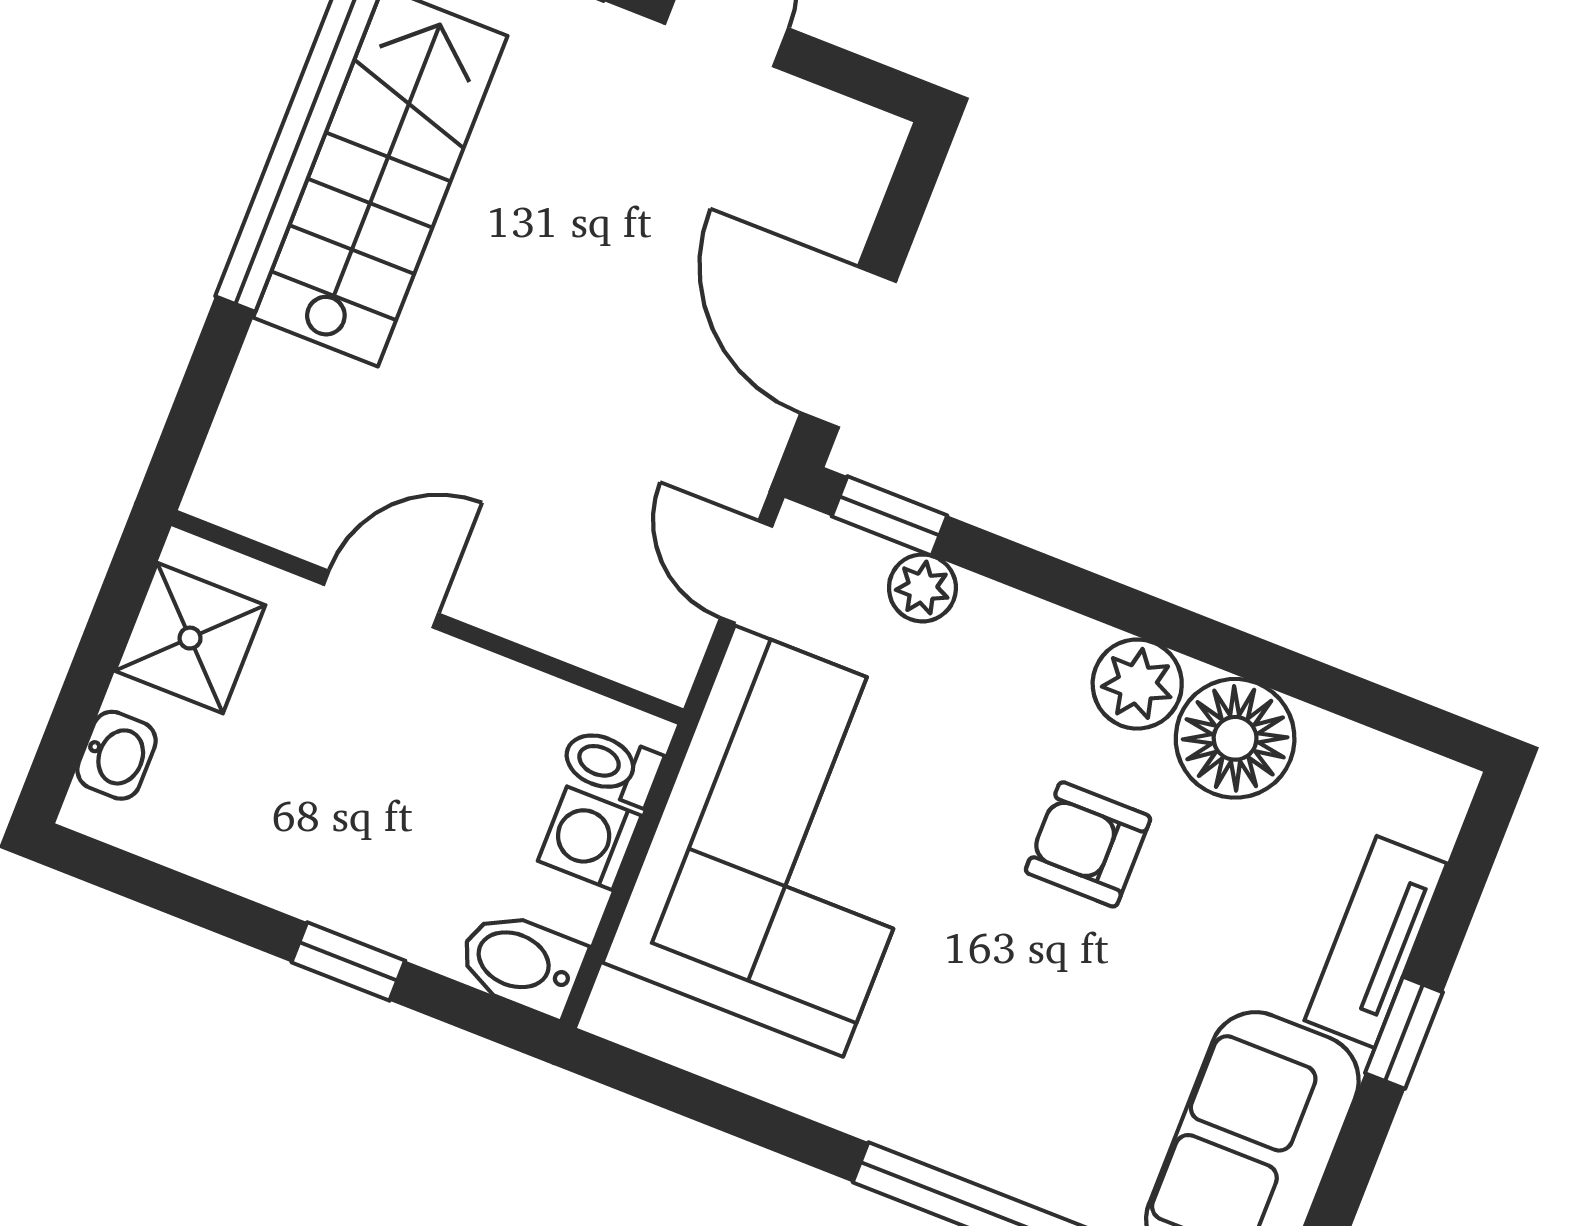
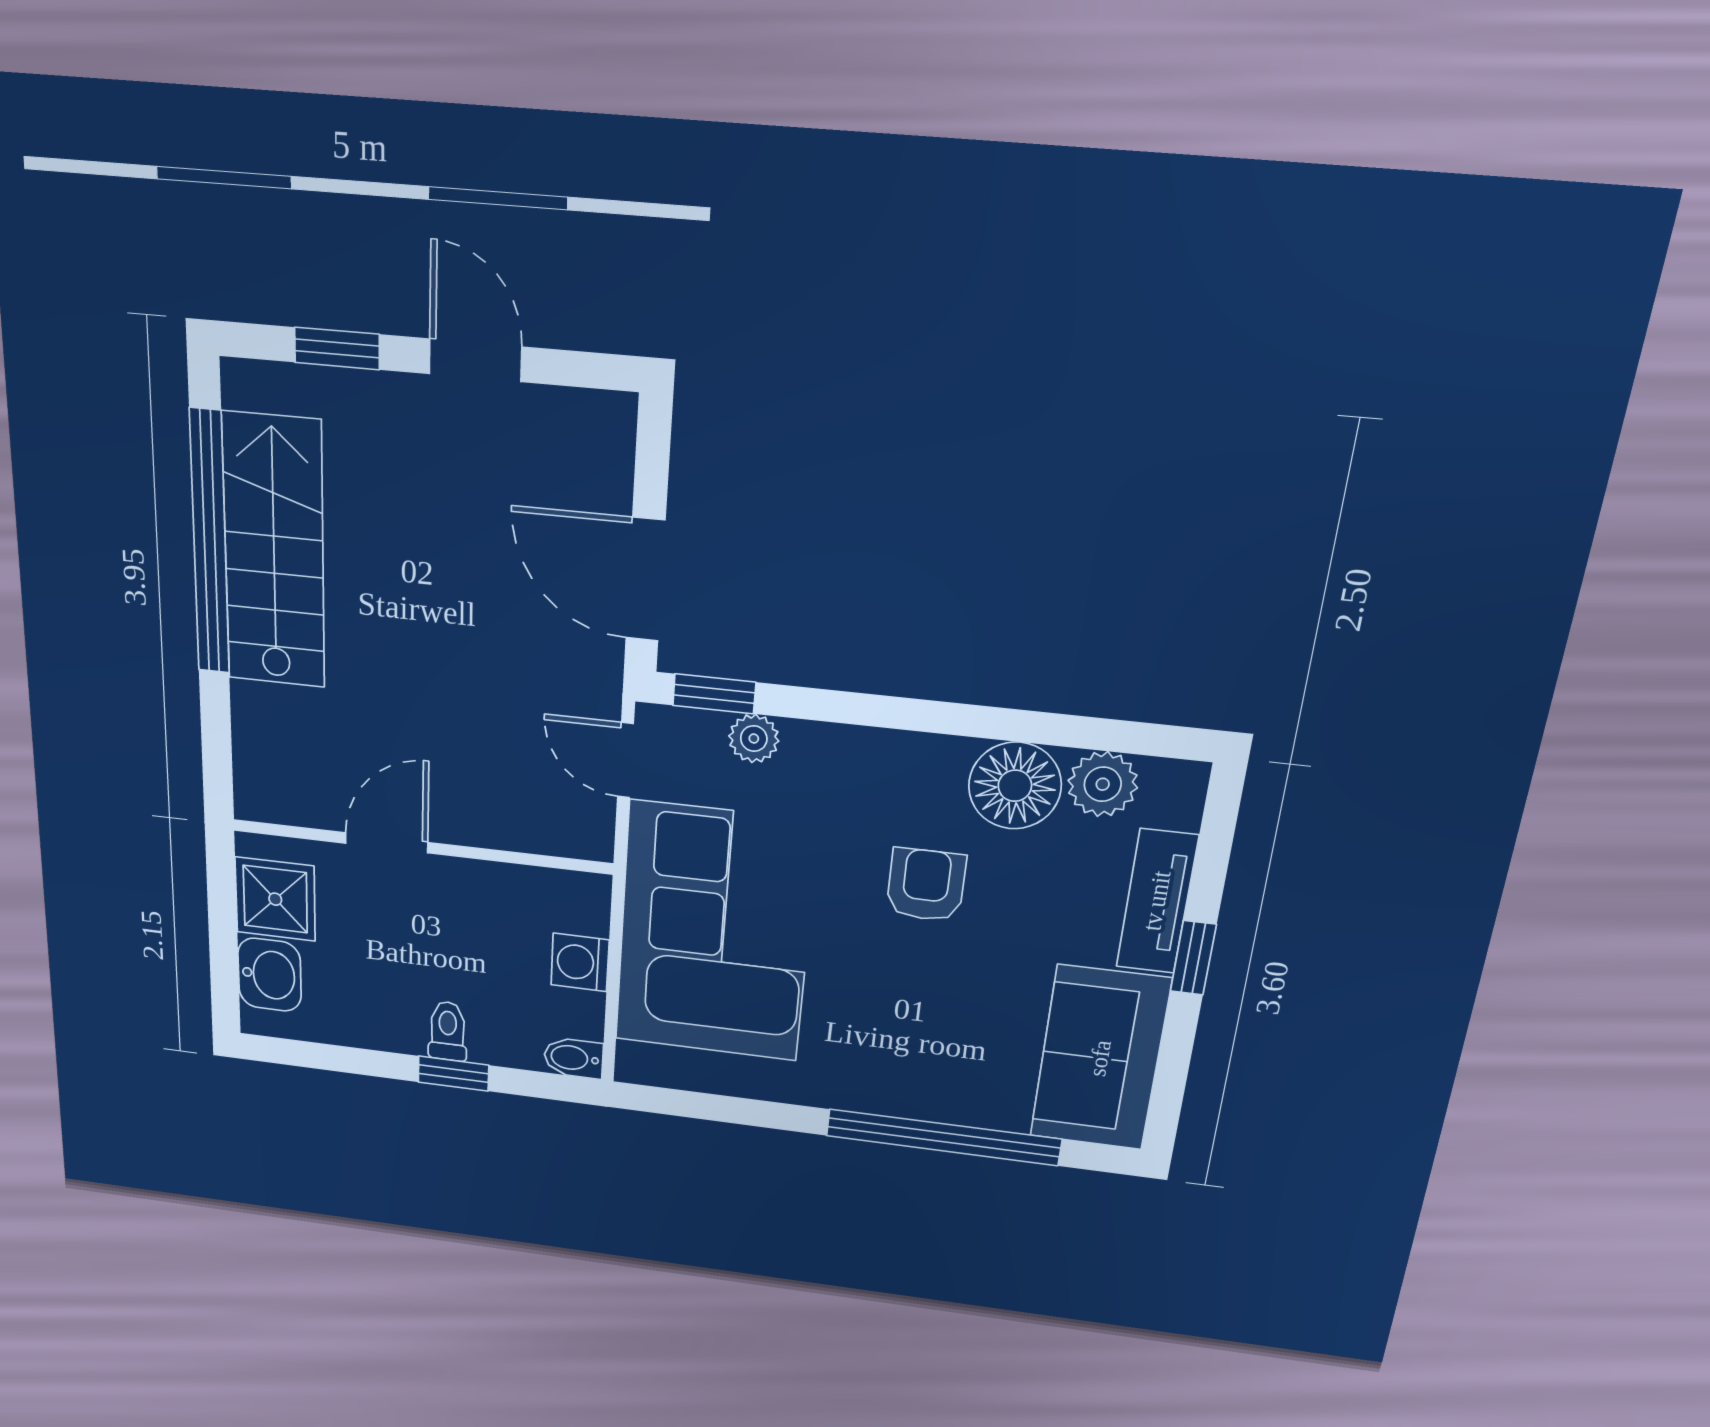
plant: (1137, 684) -> (1103, 784), moved
washbasin: (117, 755) -> (270, 975), width x1.38, depth x1.45
toilet: (611, 766) -> (448, 1031), moved, turned 90
armchair: (1088, 844) -> (926, 885), turned 90
bidet: (521, 963) -> (573, 1058), width x0.72, depth x0.74

